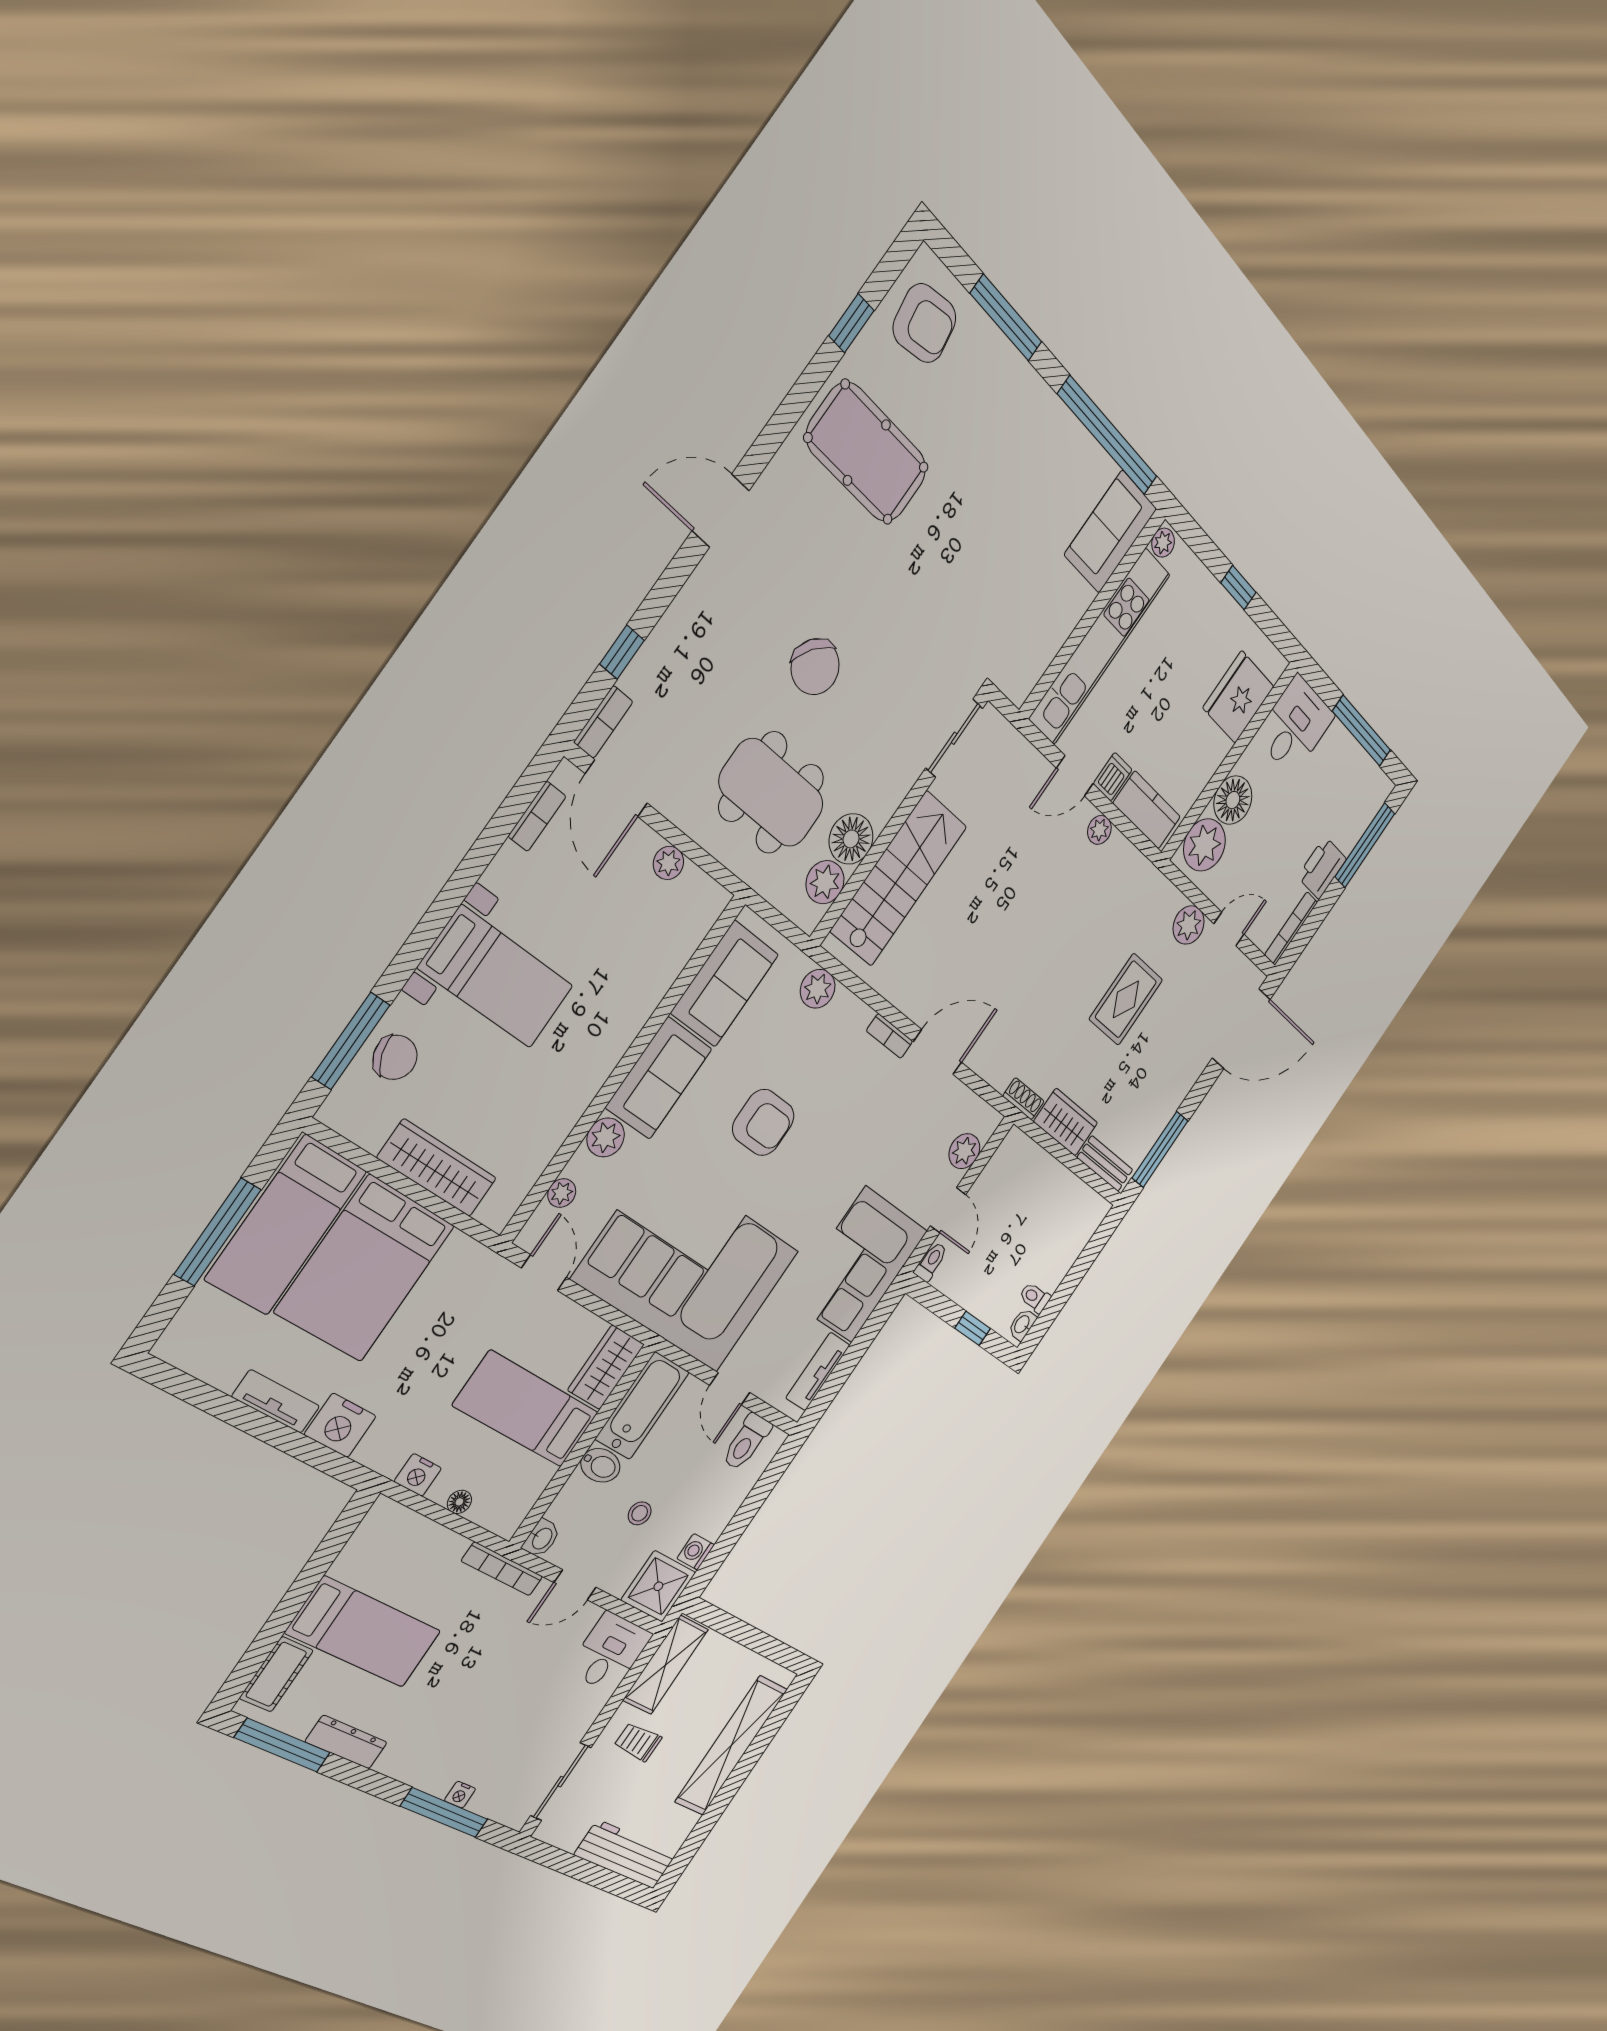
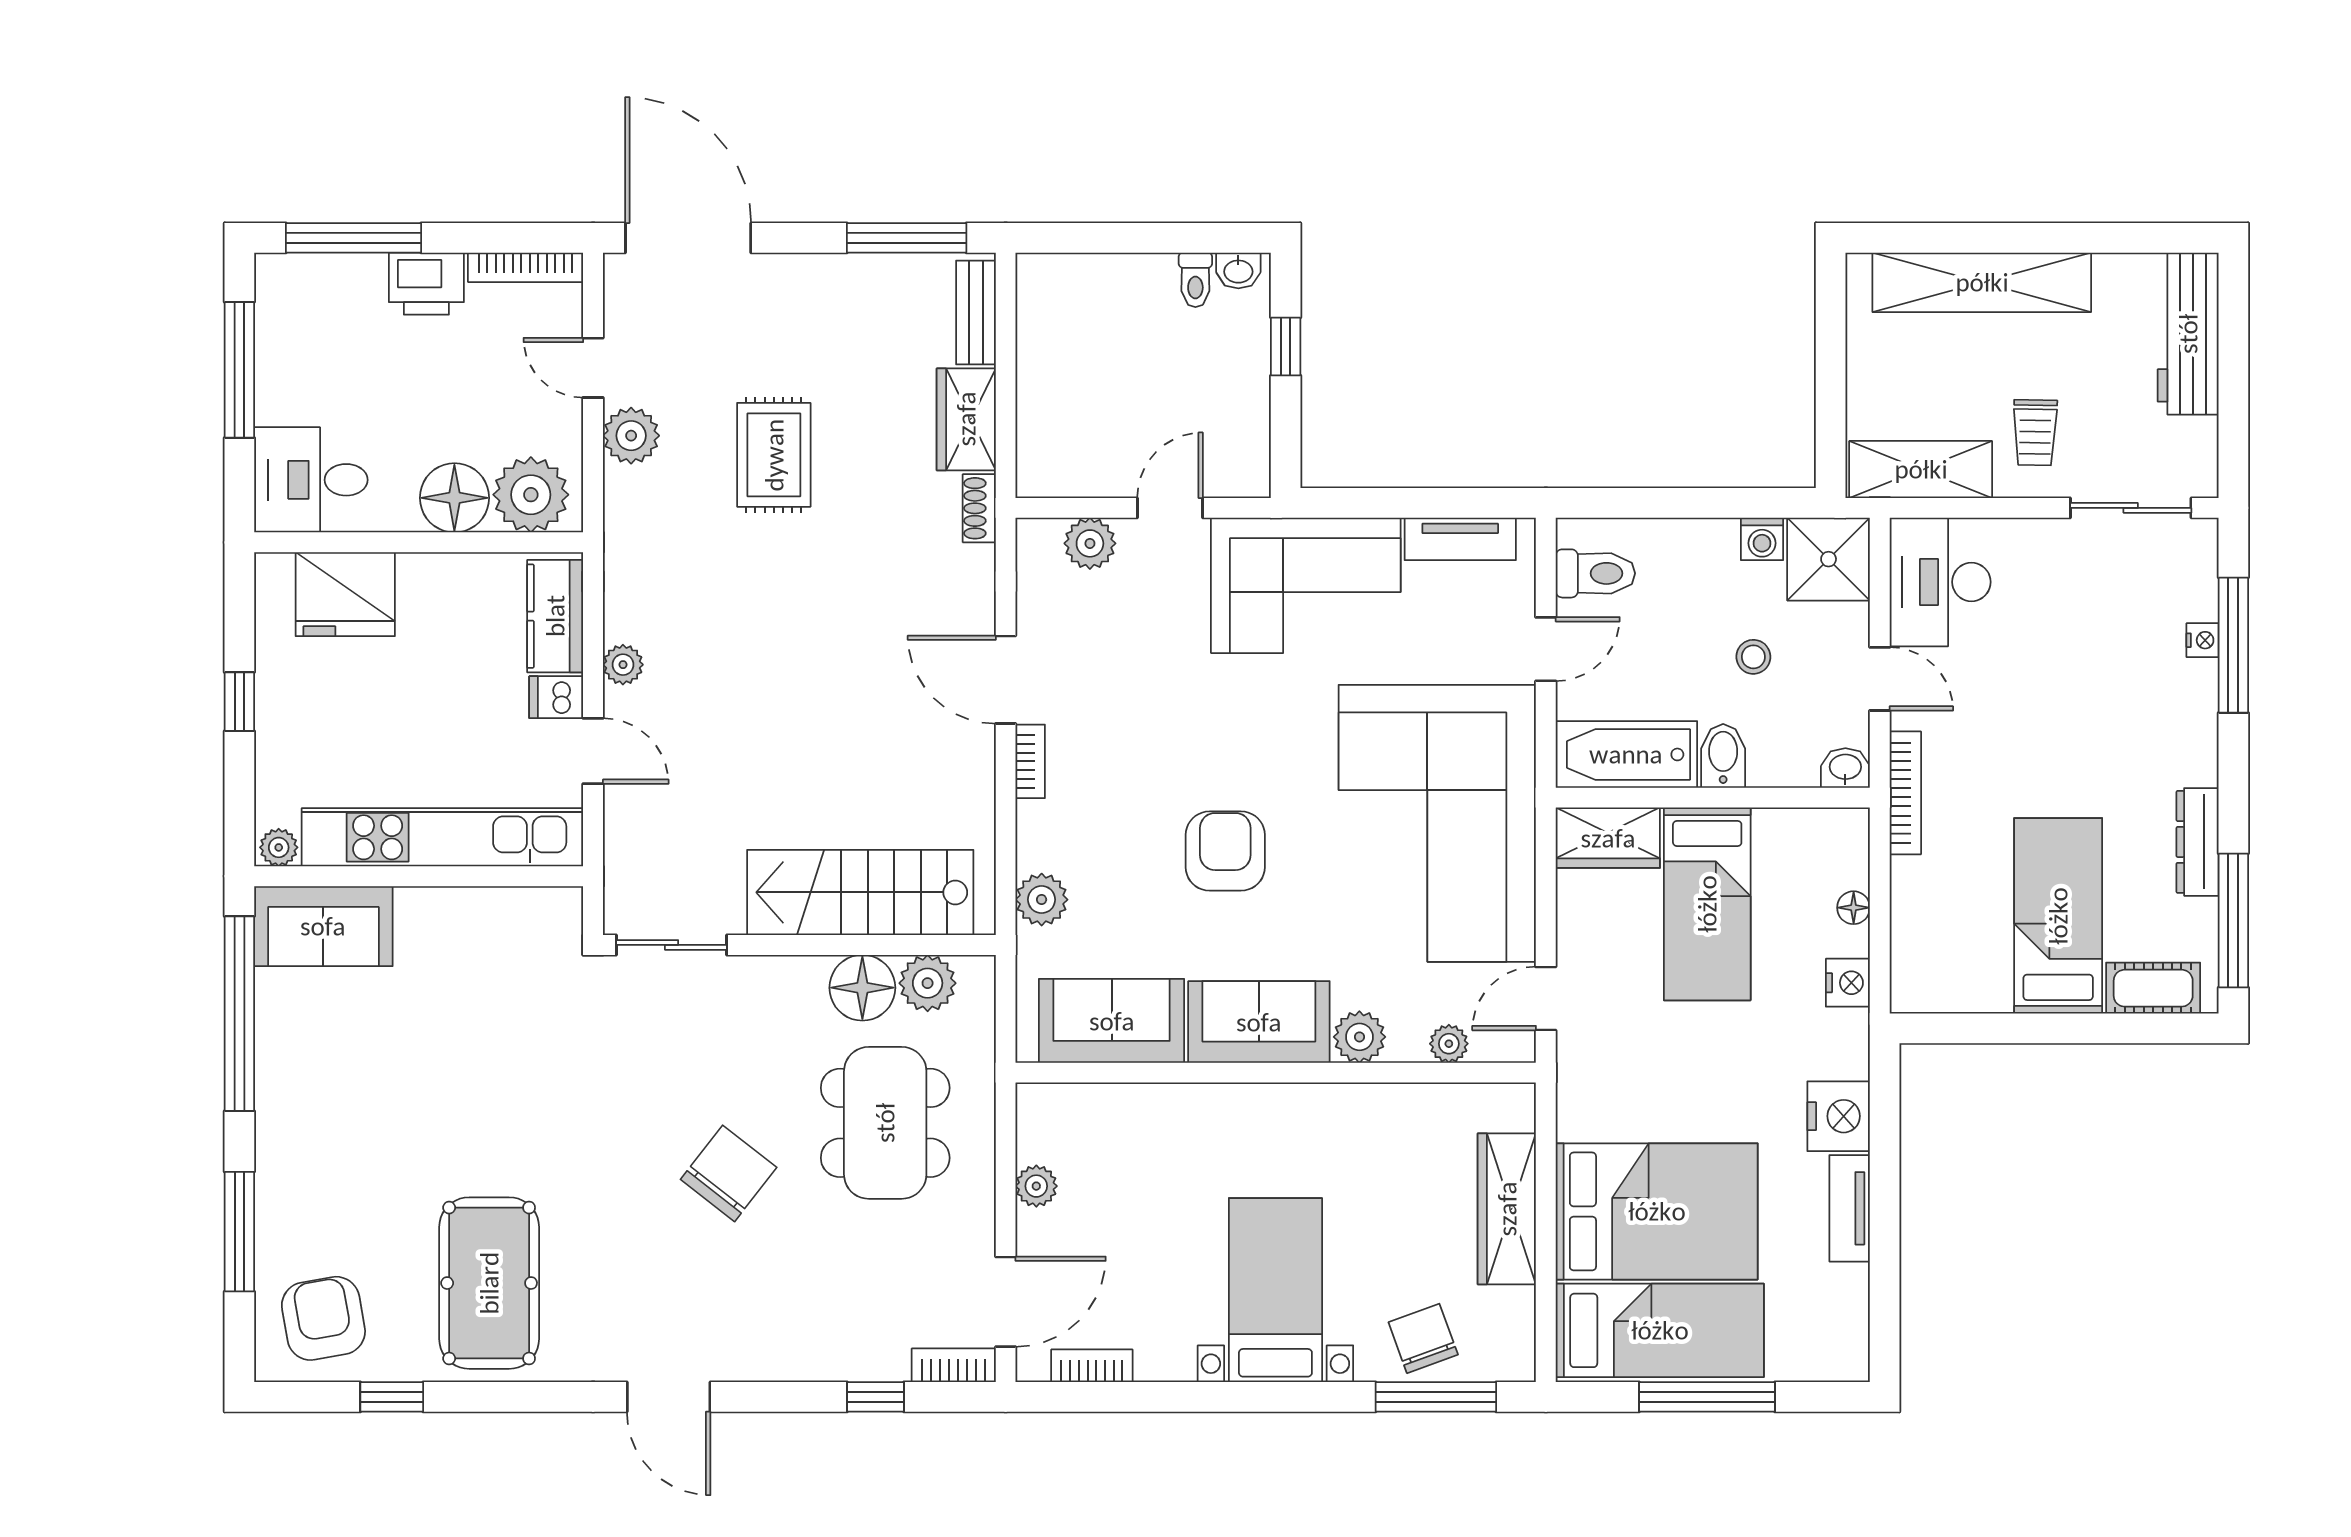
rug: (1126, 999) -> (774, 455), turned 90
toilet: (931, 1262) -> (1243, 481), removed
desk: (610, 1652) -> (1940, 582), width x1.37

